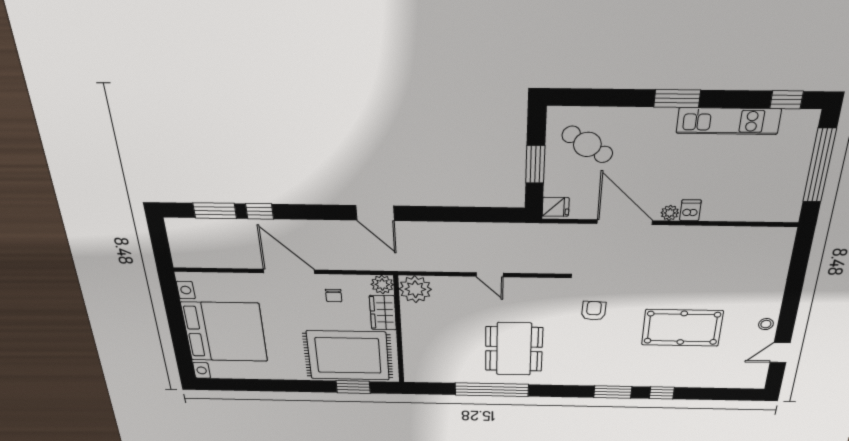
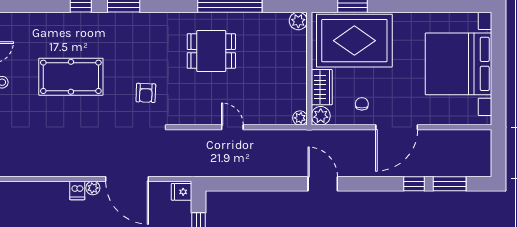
door: (289, 271) -> (397, 127), hinge flipped
plant: (415, 289) -> (300, 118), width x0.53, depth x0.53
dining table: (514, 349) -> (211, 51), width x0.73
plant: (414, 374) -> (298, 21), added

